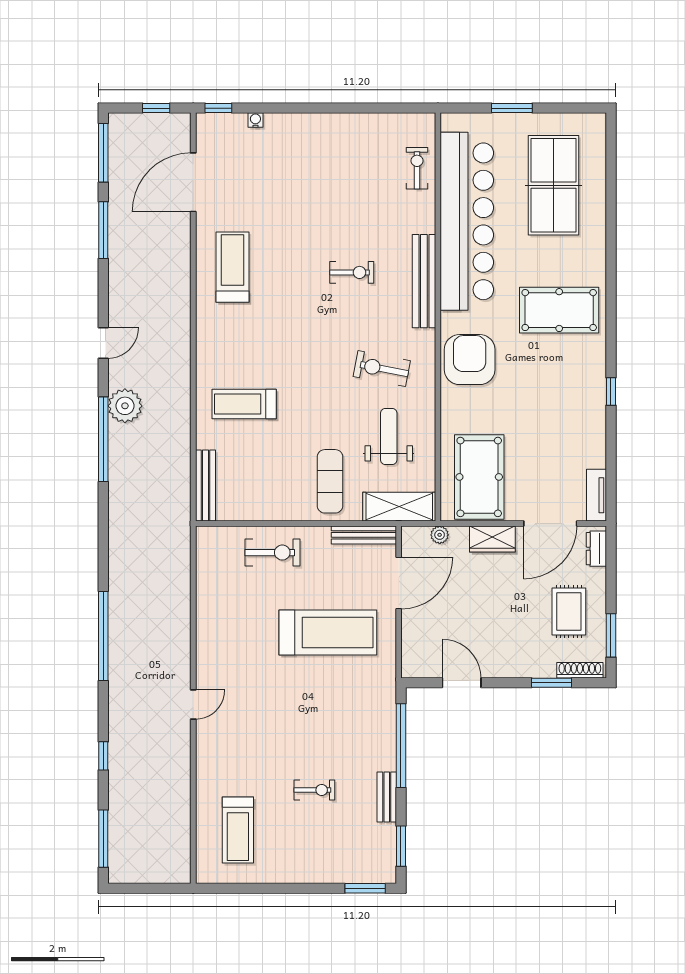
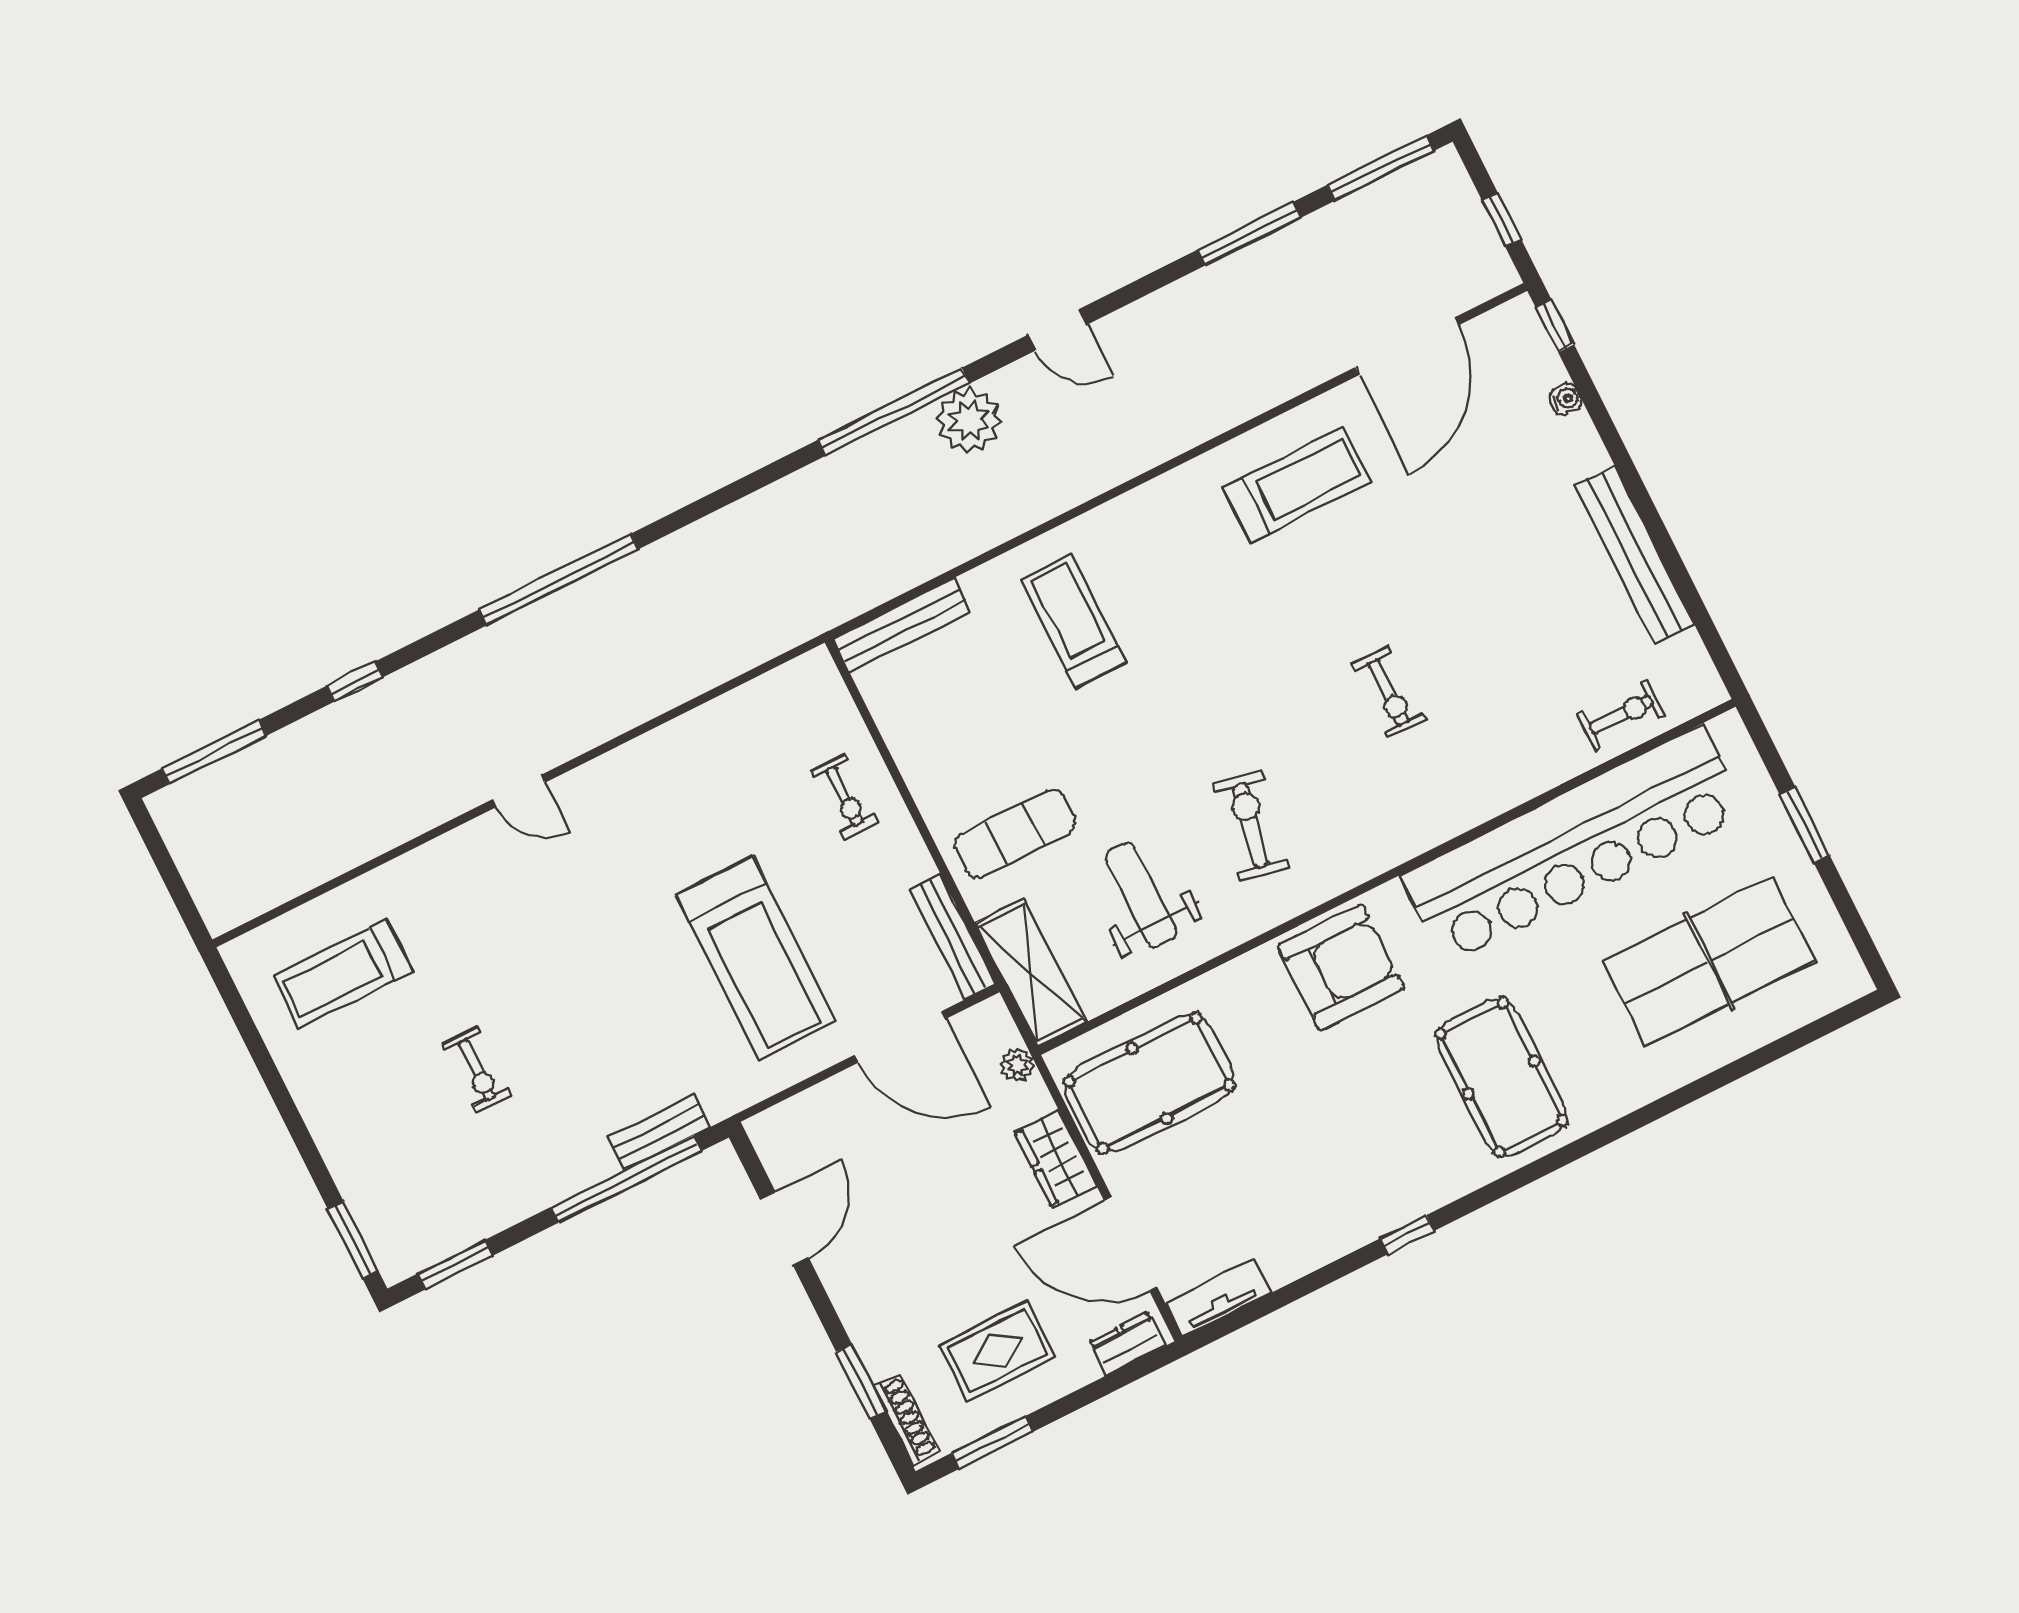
door: (193, 182) -> (1407, 346), swing flipped
bench: (424, 281) -> (1635, 554), moved, turned 90
weight bench: (389, 437) -> (1141, 895), turned -90
exercise bike: (272, 553) -> (845, 796), width x0.73, depth x0.72
bench: (387, 797) -> (659, 1132), moved

